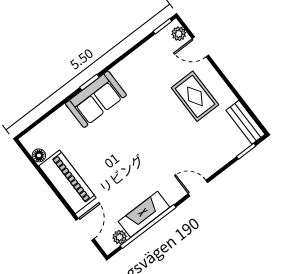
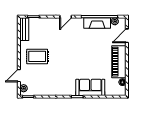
door: (200, 47) -> (19, 76), swing flipped
rug: (195, 96) -> (37, 56), turned 90
sofa: (96, 99) -> (90, 87), moved
door: (198, 188) -> (66, 17), hinge flipped

